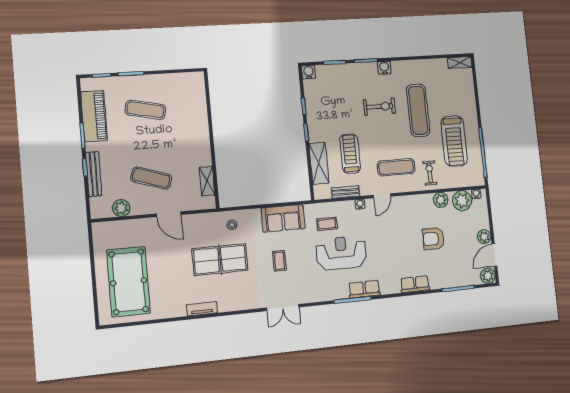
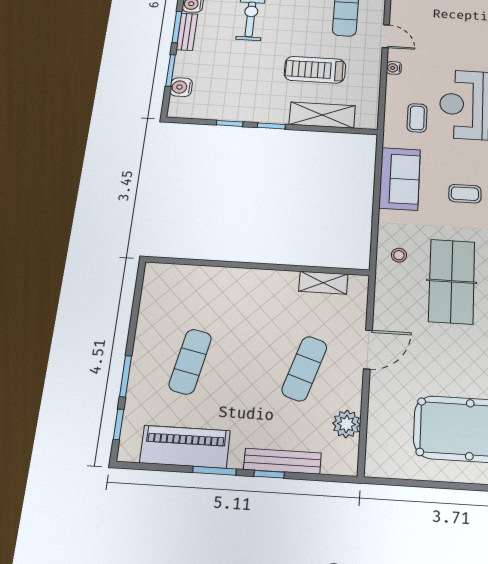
water cooler: (309, 72) -> (181, 87), moved
bench: (346, 192) -> (187, 32), moved

